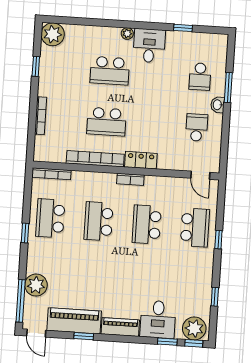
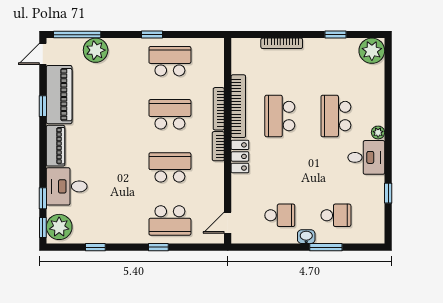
school desk: (200, 77) -> (336, 215), turned 180
bookcase: (51, 174) -> (219, 109), moved

